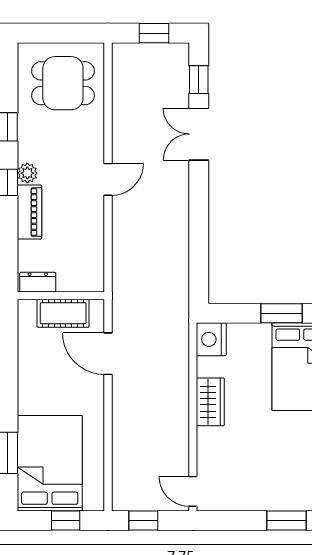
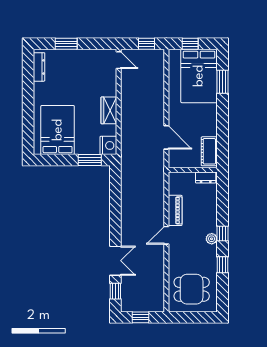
piano: (29, 212) -> (175, 210), moved, turned 180
cot: (63, 313) -> (209, 151), moved, turned 90
window: (281, 313) -> (90, 160), moved

